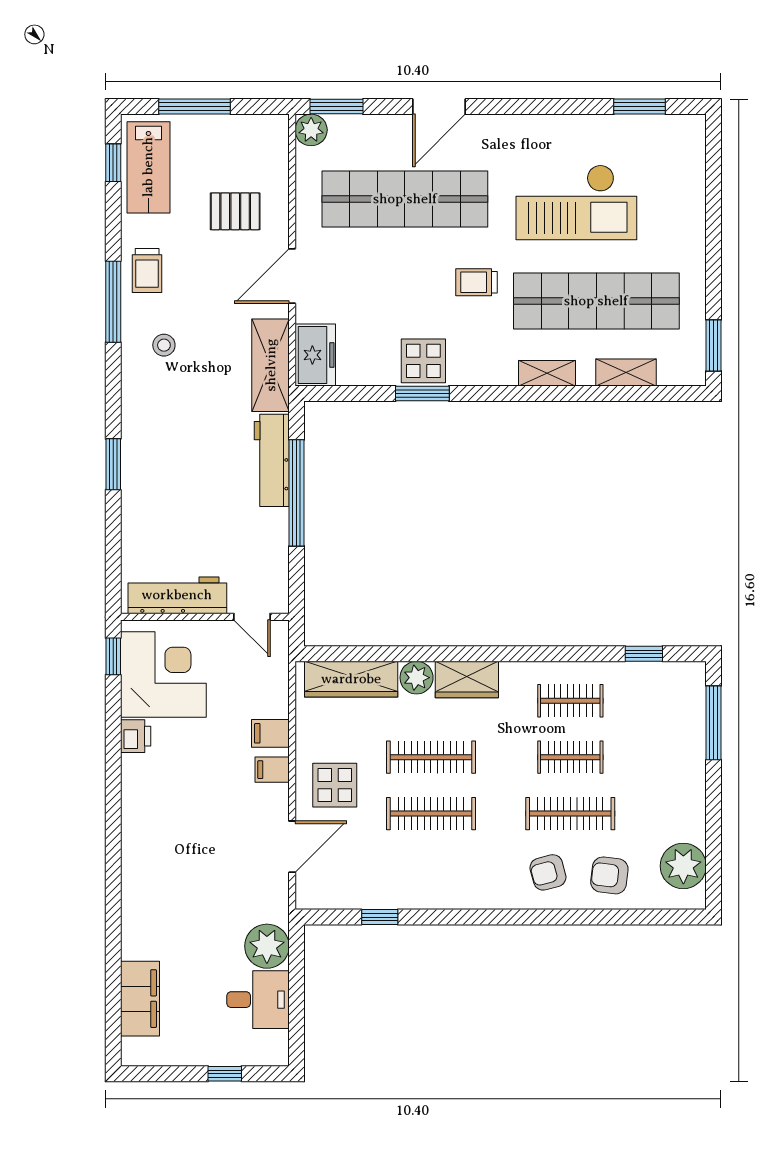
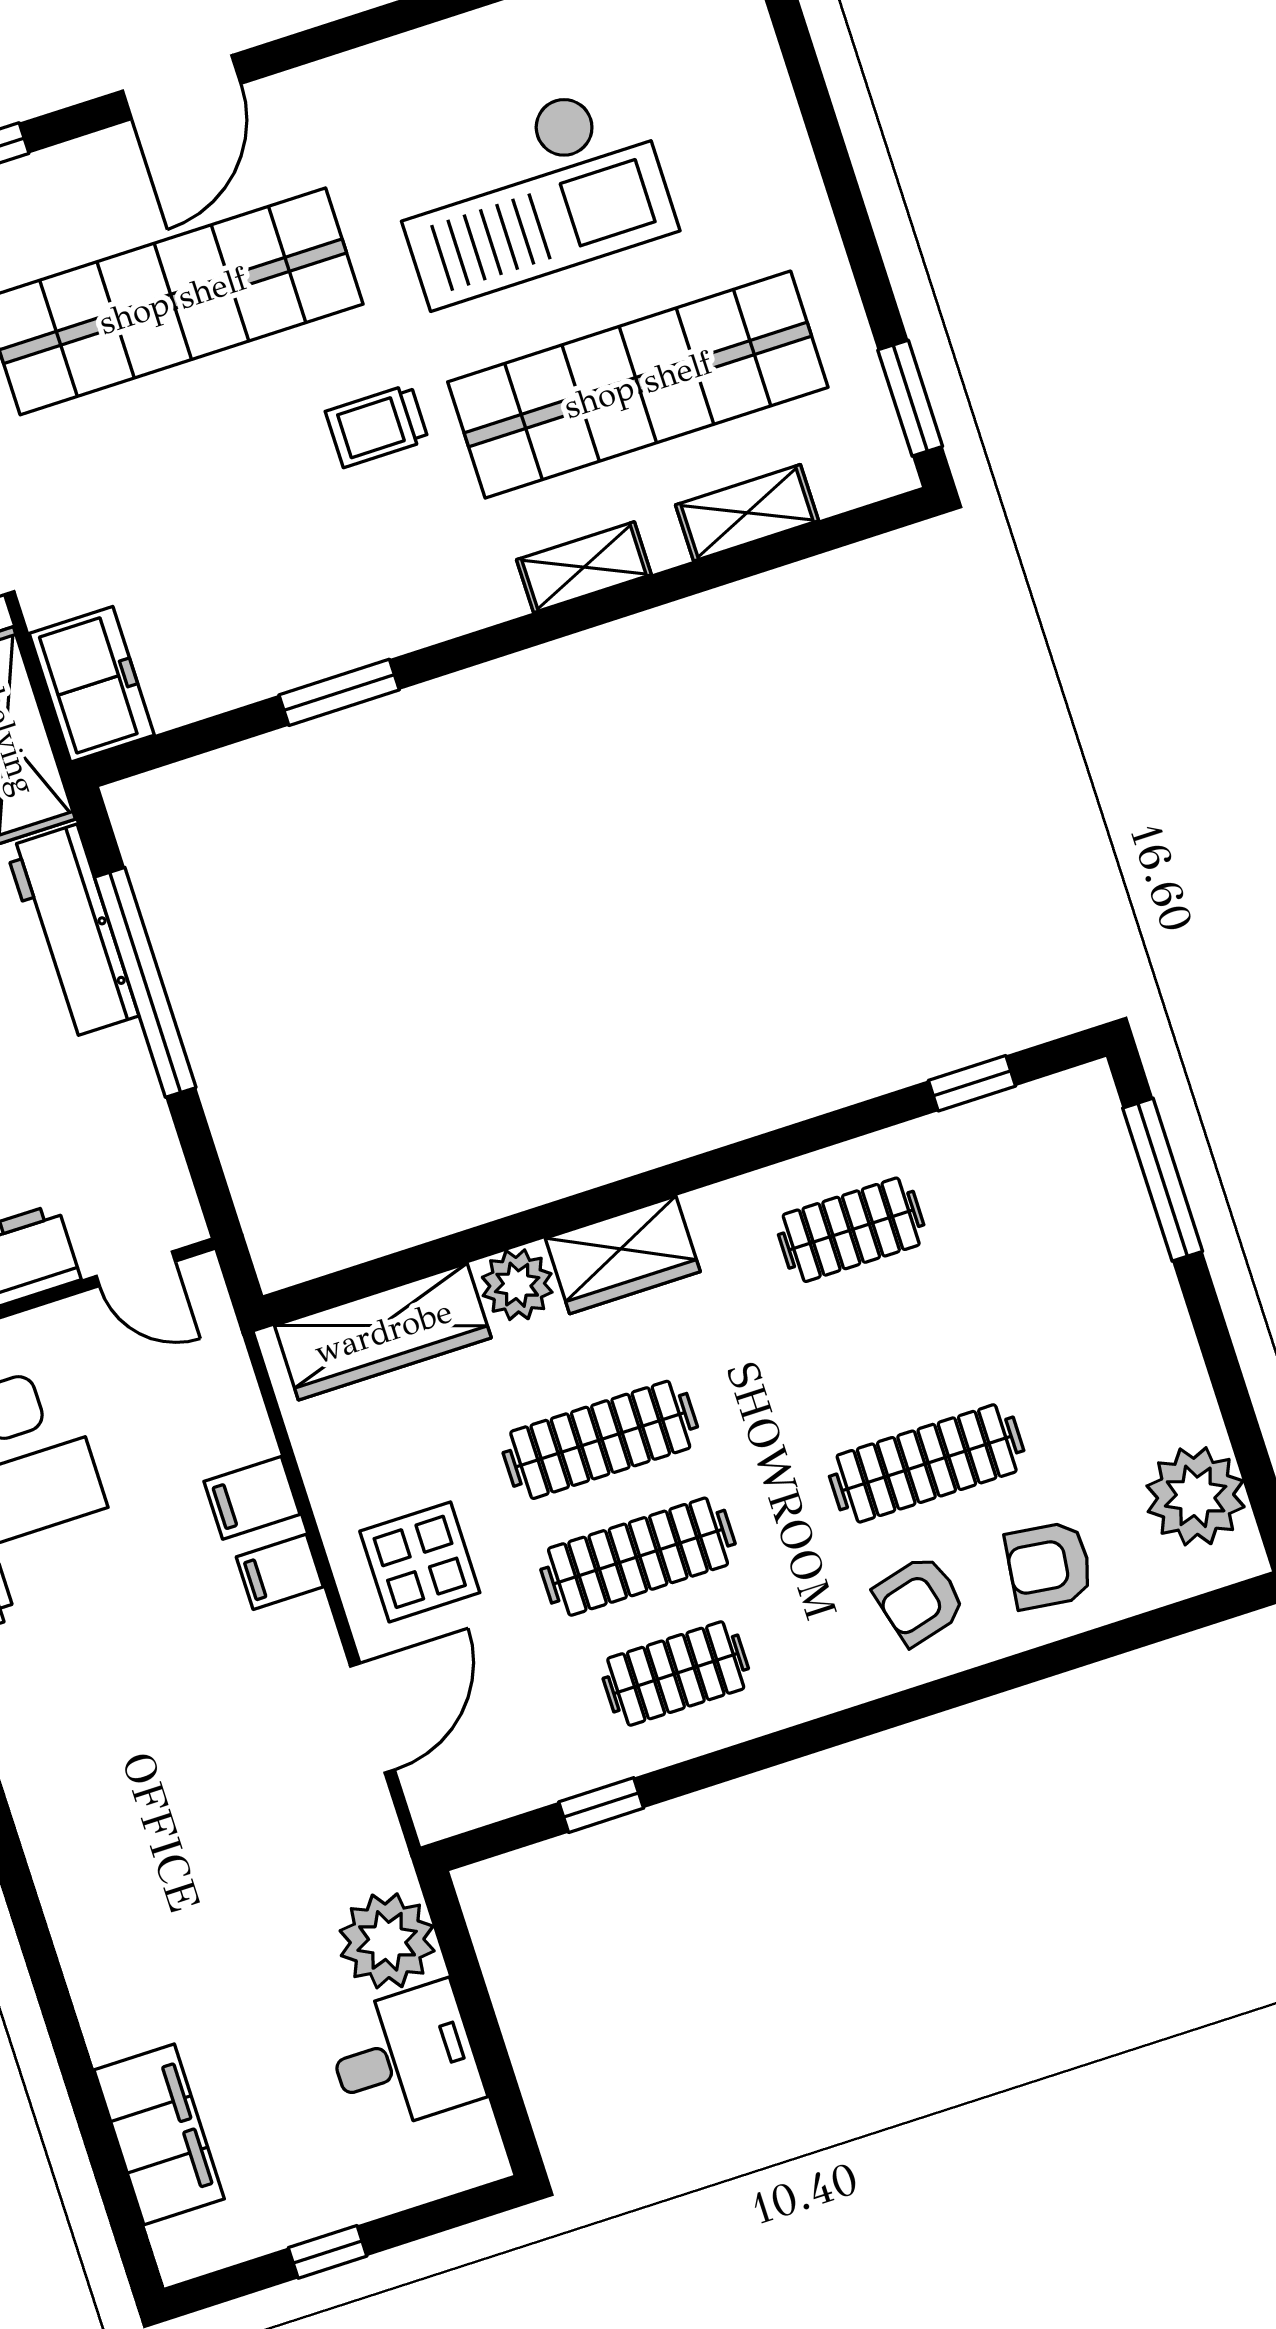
display table: (423, 361) -> (320, 624), removed
clothes rail: (570, 757) -> (676, 1674), moved
window: (225, 1074) -> (328, 2252), moved

